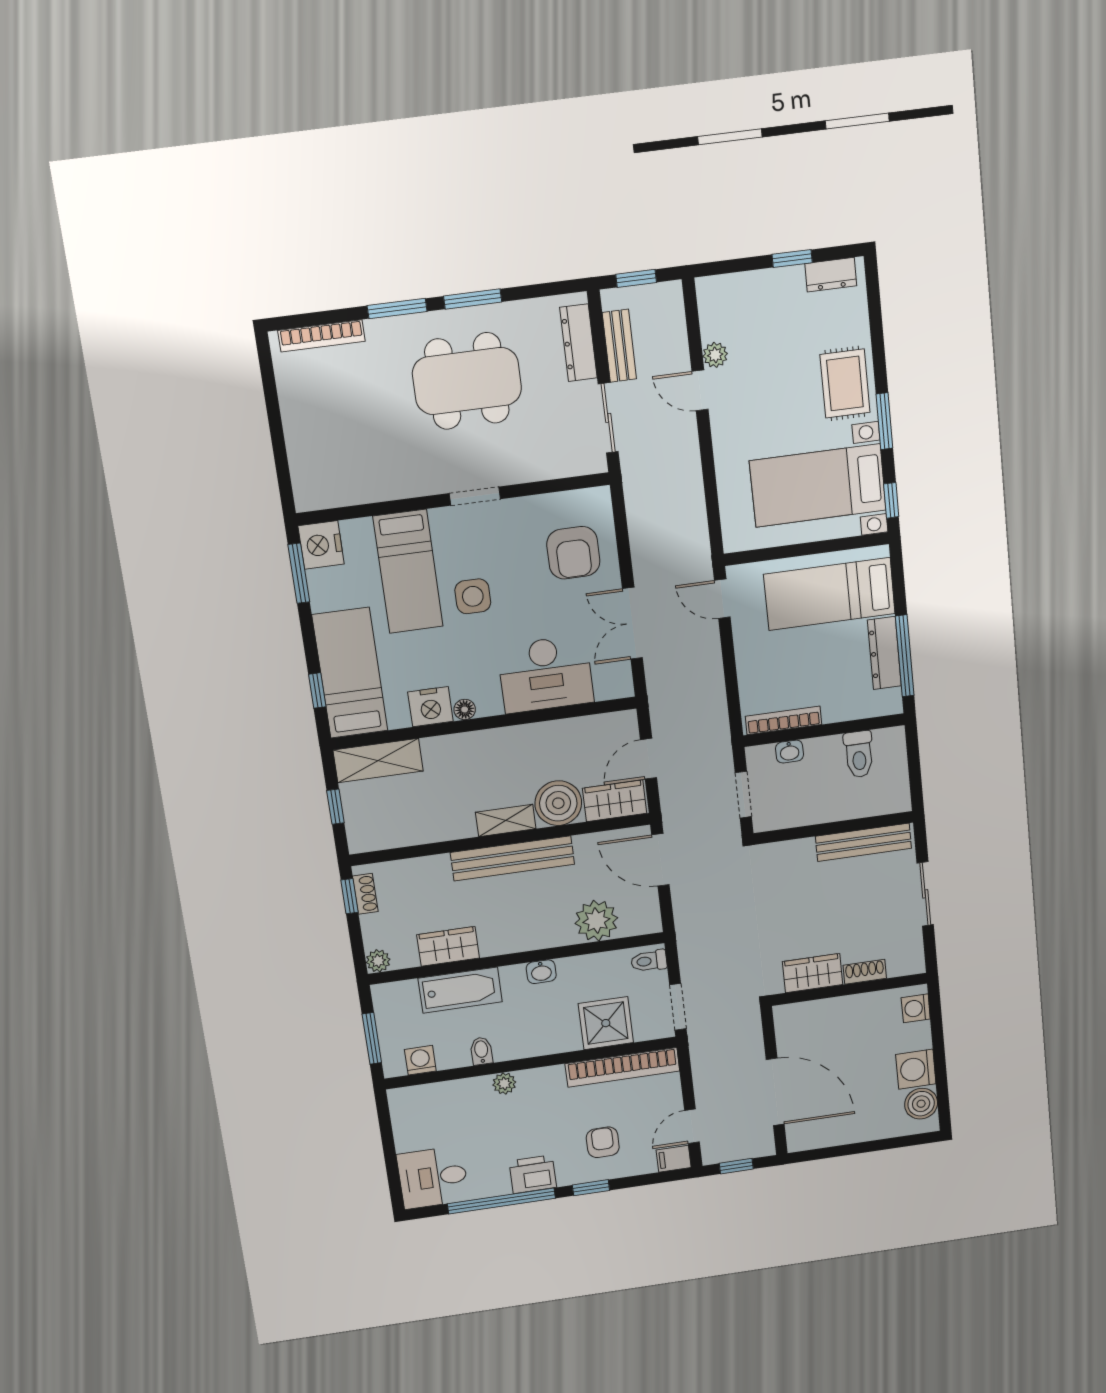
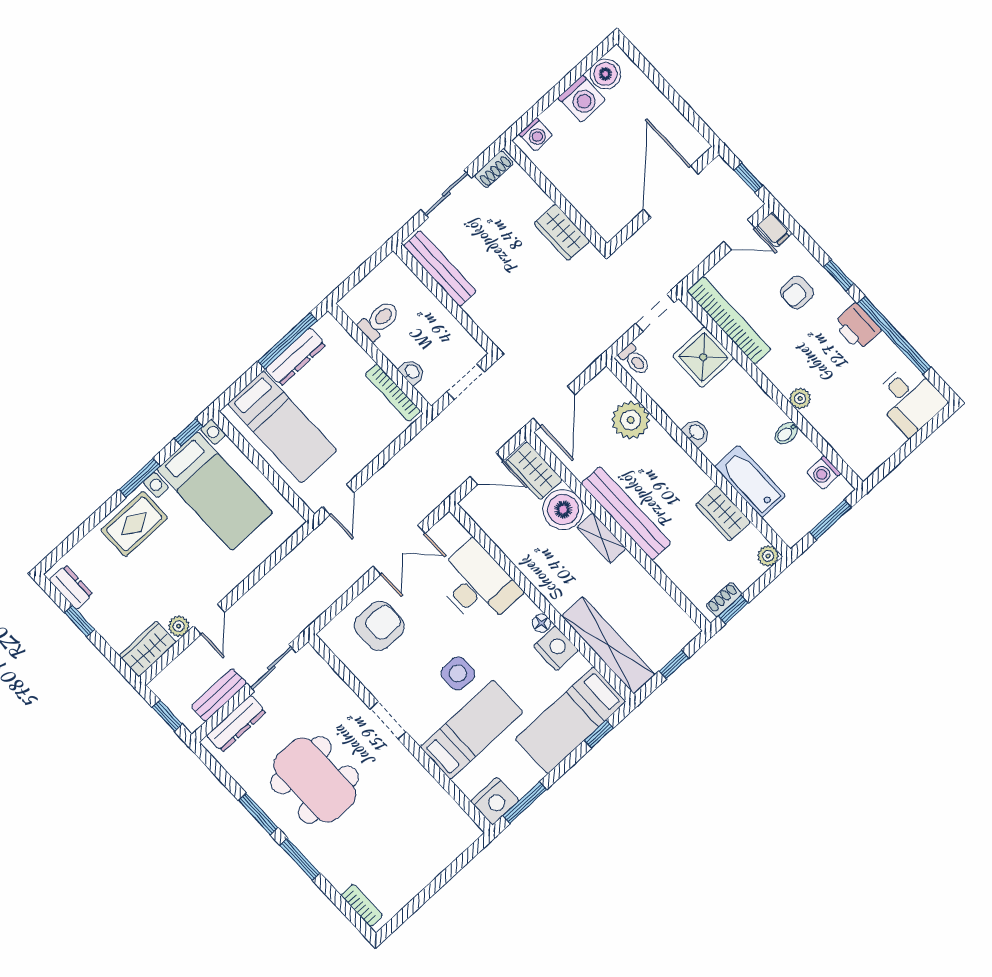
wardrobe: (716, 307) -> (148, 649), added
bookcase: (322, 336) -> (362, 905), width x0.64
shelving: (378, 761) -> (608, 645), width x1.47
shoe rack: (865, 972) -> (494, 169), moved, turned -90

